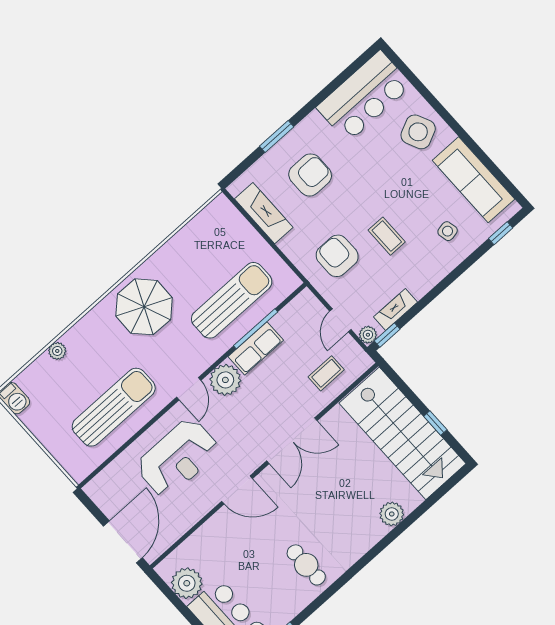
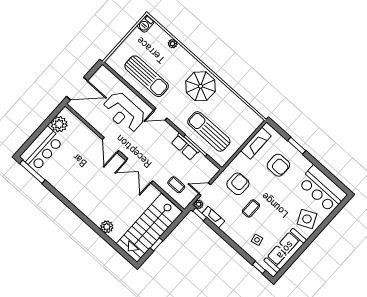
sun lounger: (232, 300) -> (209, 131), turned 180
plant: (225, 380) -> (167, 133), removed
cafe table: (306, 565) -> (75, 185), removed

